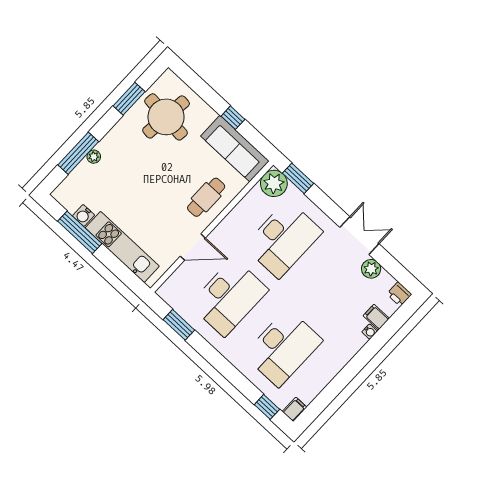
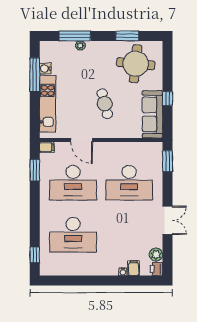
plant: (274, 183) -> (153, 151), removed
cafe table: (206, 197) -> (105, 104), moved, turned 76
plant: (371, 269) -> (156, 255), moved
filing cabinet: (295, 409) -> (47, 147), moved

